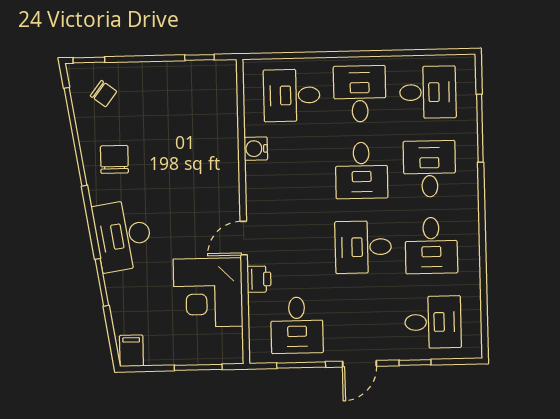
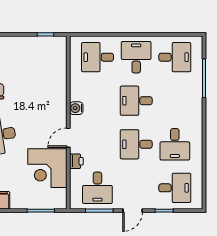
water cooler: (256, 149) -> (76, 108), moved
desk: (430, 169) -> (175, 101), removed
desk: (361, 170) -> (136, 101), turned 90

